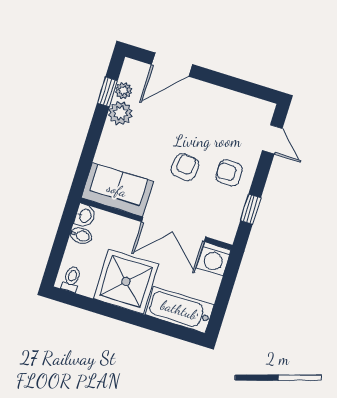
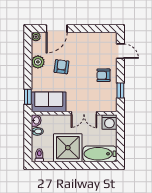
plant: (123, 91) -> (36, 37), moved
window: (107, 92) -> (28, 97), moved
armchair: (185, 167) -> (61, 67), moved
double door: (174, 229) -> (84, 113), width x0.73

